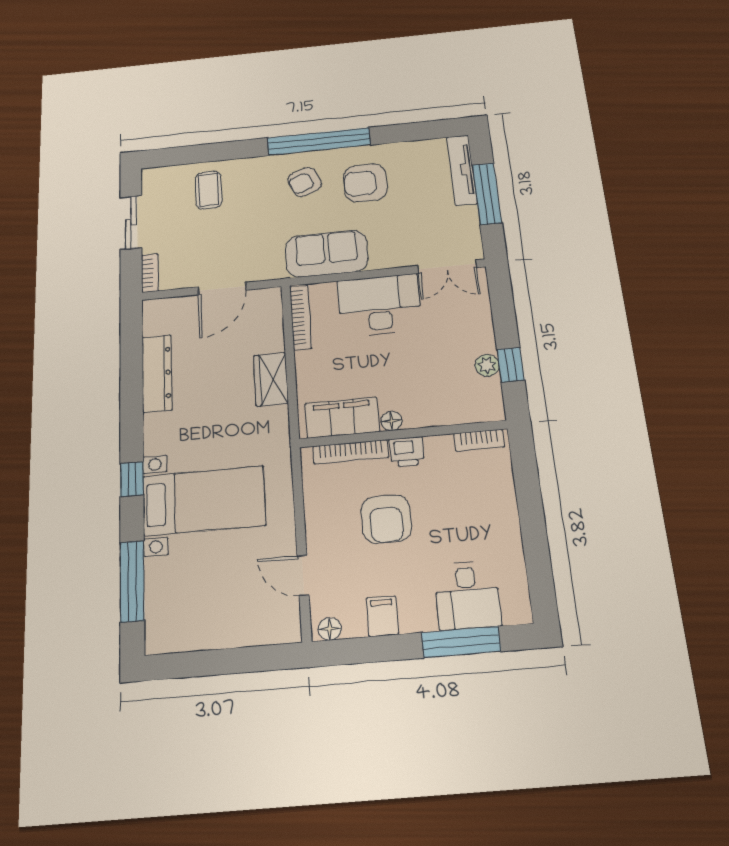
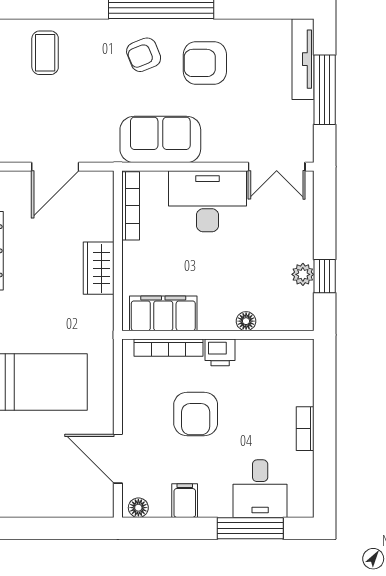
floor lamp: (391, 421) -> (246, 321), moved
bookcase: (479, 440) -> (305, 429), moved, turned 90
door: (303, 575) -> (118, 459), width x1.38

